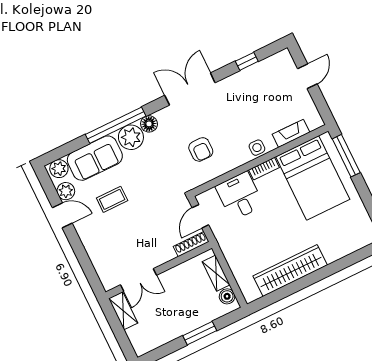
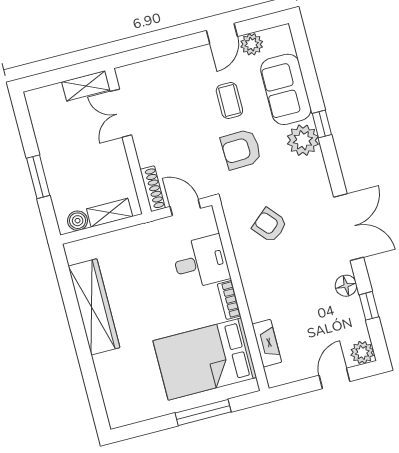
door: (307, 76) -> (335, 378), swing flipped
floor lamp: (149, 124) -> (346, 286), moved
window: (116, 125) -> (322, 124), width x0.32
side table: (257, 148) -> (258, 297), removed
armchair: (201, 149) -> (270, 225), turned 49
window: (346, 156) -> (203, 412), moved
plant: (59, 169) -> (362, 352), moved
armchair: (147, 183) -> (241, 149), added

